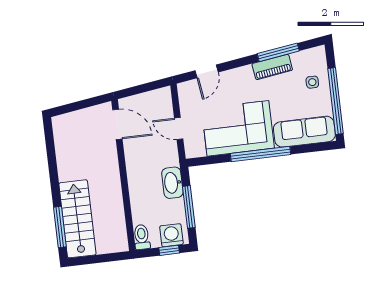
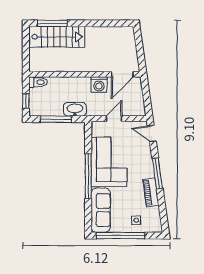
window: (278, 52) -> (157, 174), moved
door: (207, 71) -> (152, 134), moved
washing machine: (171, 235) -> (99, 84), moved, turned 90

